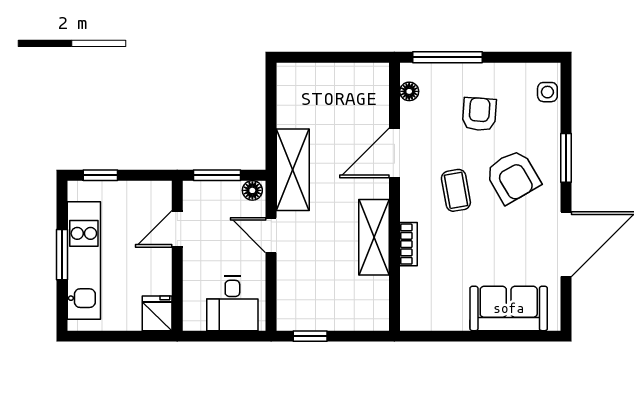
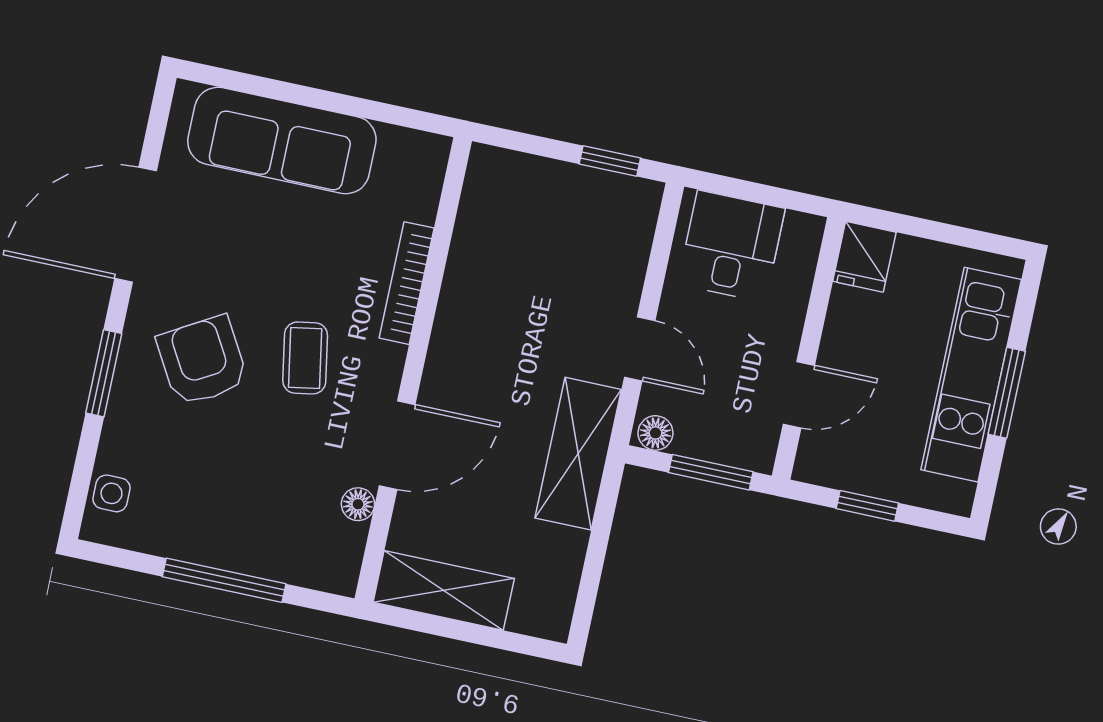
window: (448, 57) -> (224, 580), moved
floor lamp: (409, 91) -> (358, 504), moved
armchair: (479, 114) -> (237, 480), removed
window: (100, 175) -> (867, 506), moved
shelving: (374, 237) -> (444, 590), moved, turned 90
bookcase: (408, 244) -> (407, 283), width x1.56
sofa: (509, 308) -> (282, 141), width x1.36

